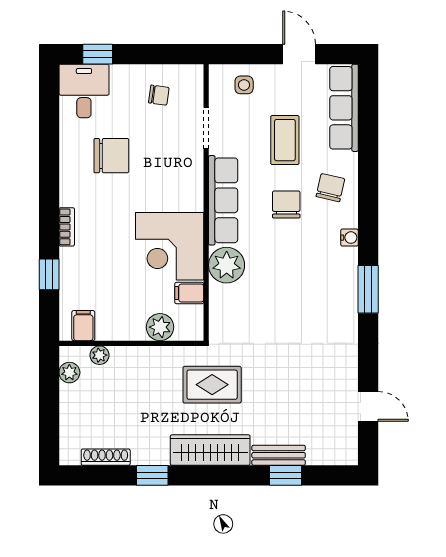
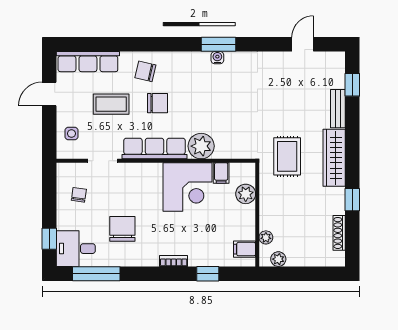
window: (49, 119) -> (96, 274), added
chair: (286, 204) -> (157, 103), turned 180
water cooler: (349, 238) -> (217, 58), moved
window: (285, 475) -> (352, 85), moved

